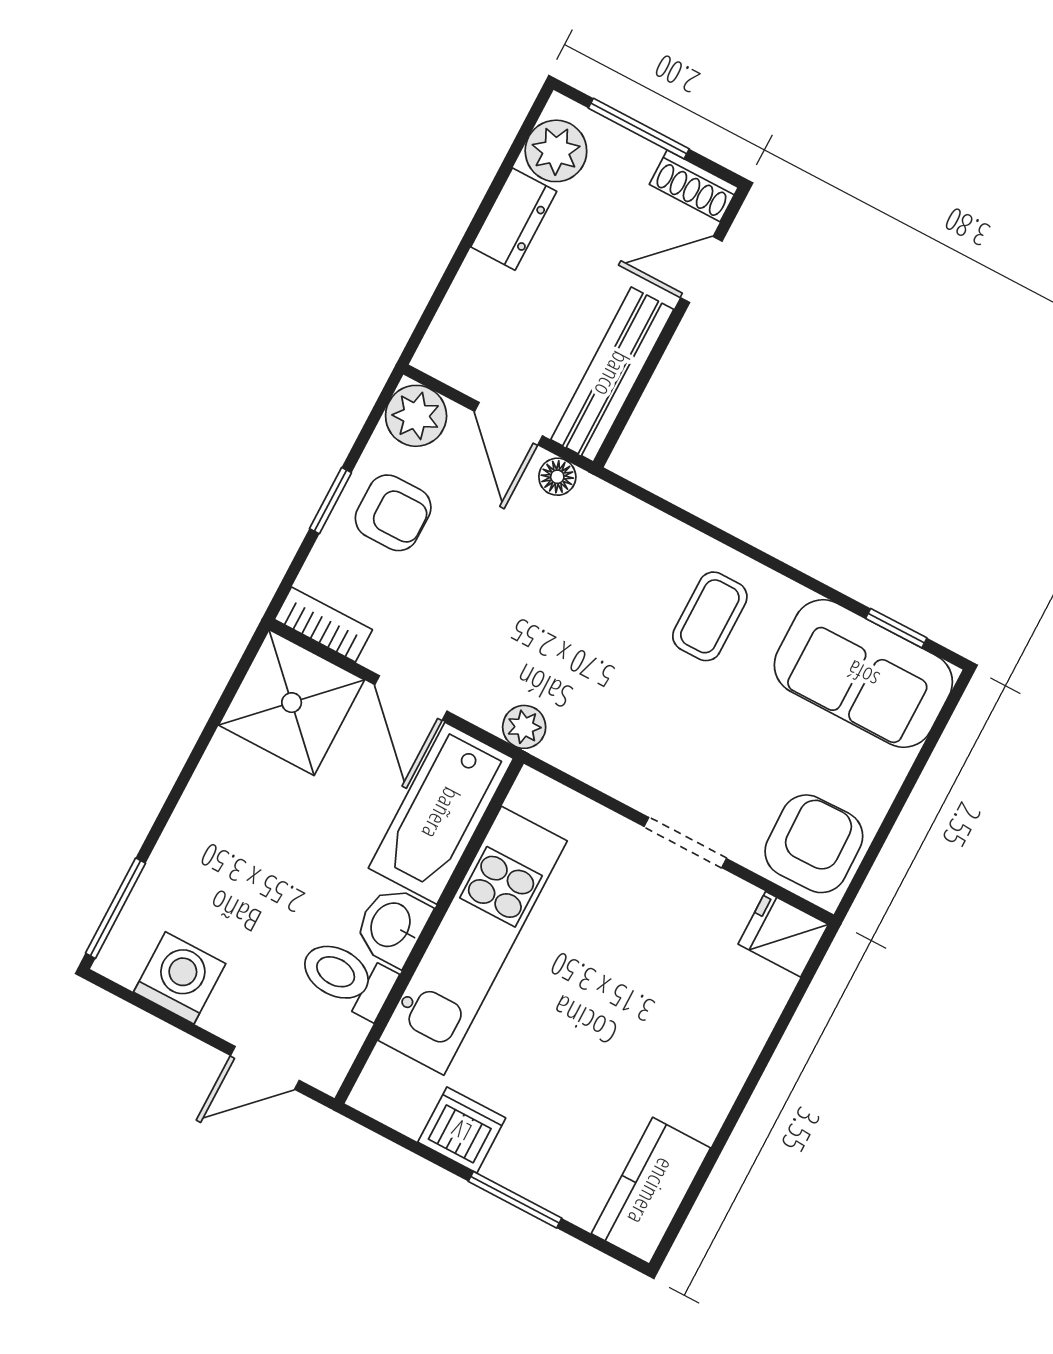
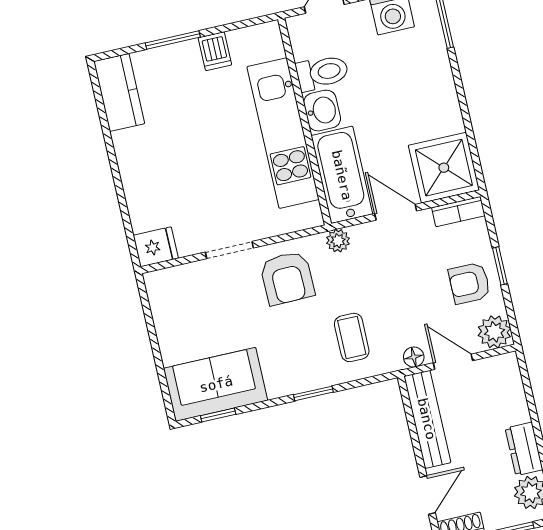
window: (739, 545) -> (313, 393), added
coffee table: (710, 616) -> (352, 337), moved
armchair: (814, 844) -> (287, 278), moved
dishwasher: (462, 1130) -> (215, 51), width x0.73

